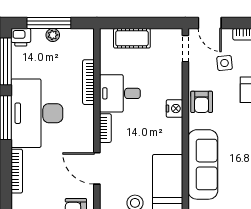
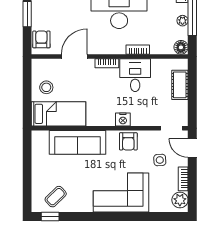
door: (210, 23) -> (192, 148), hinge flipped
floor lamp: (86, 37) -> (181, 47), added
bookcase: (88, 82) -> (138, 50), width x0.64
armchair: (202, 102) -> (128, 141), turned -90

